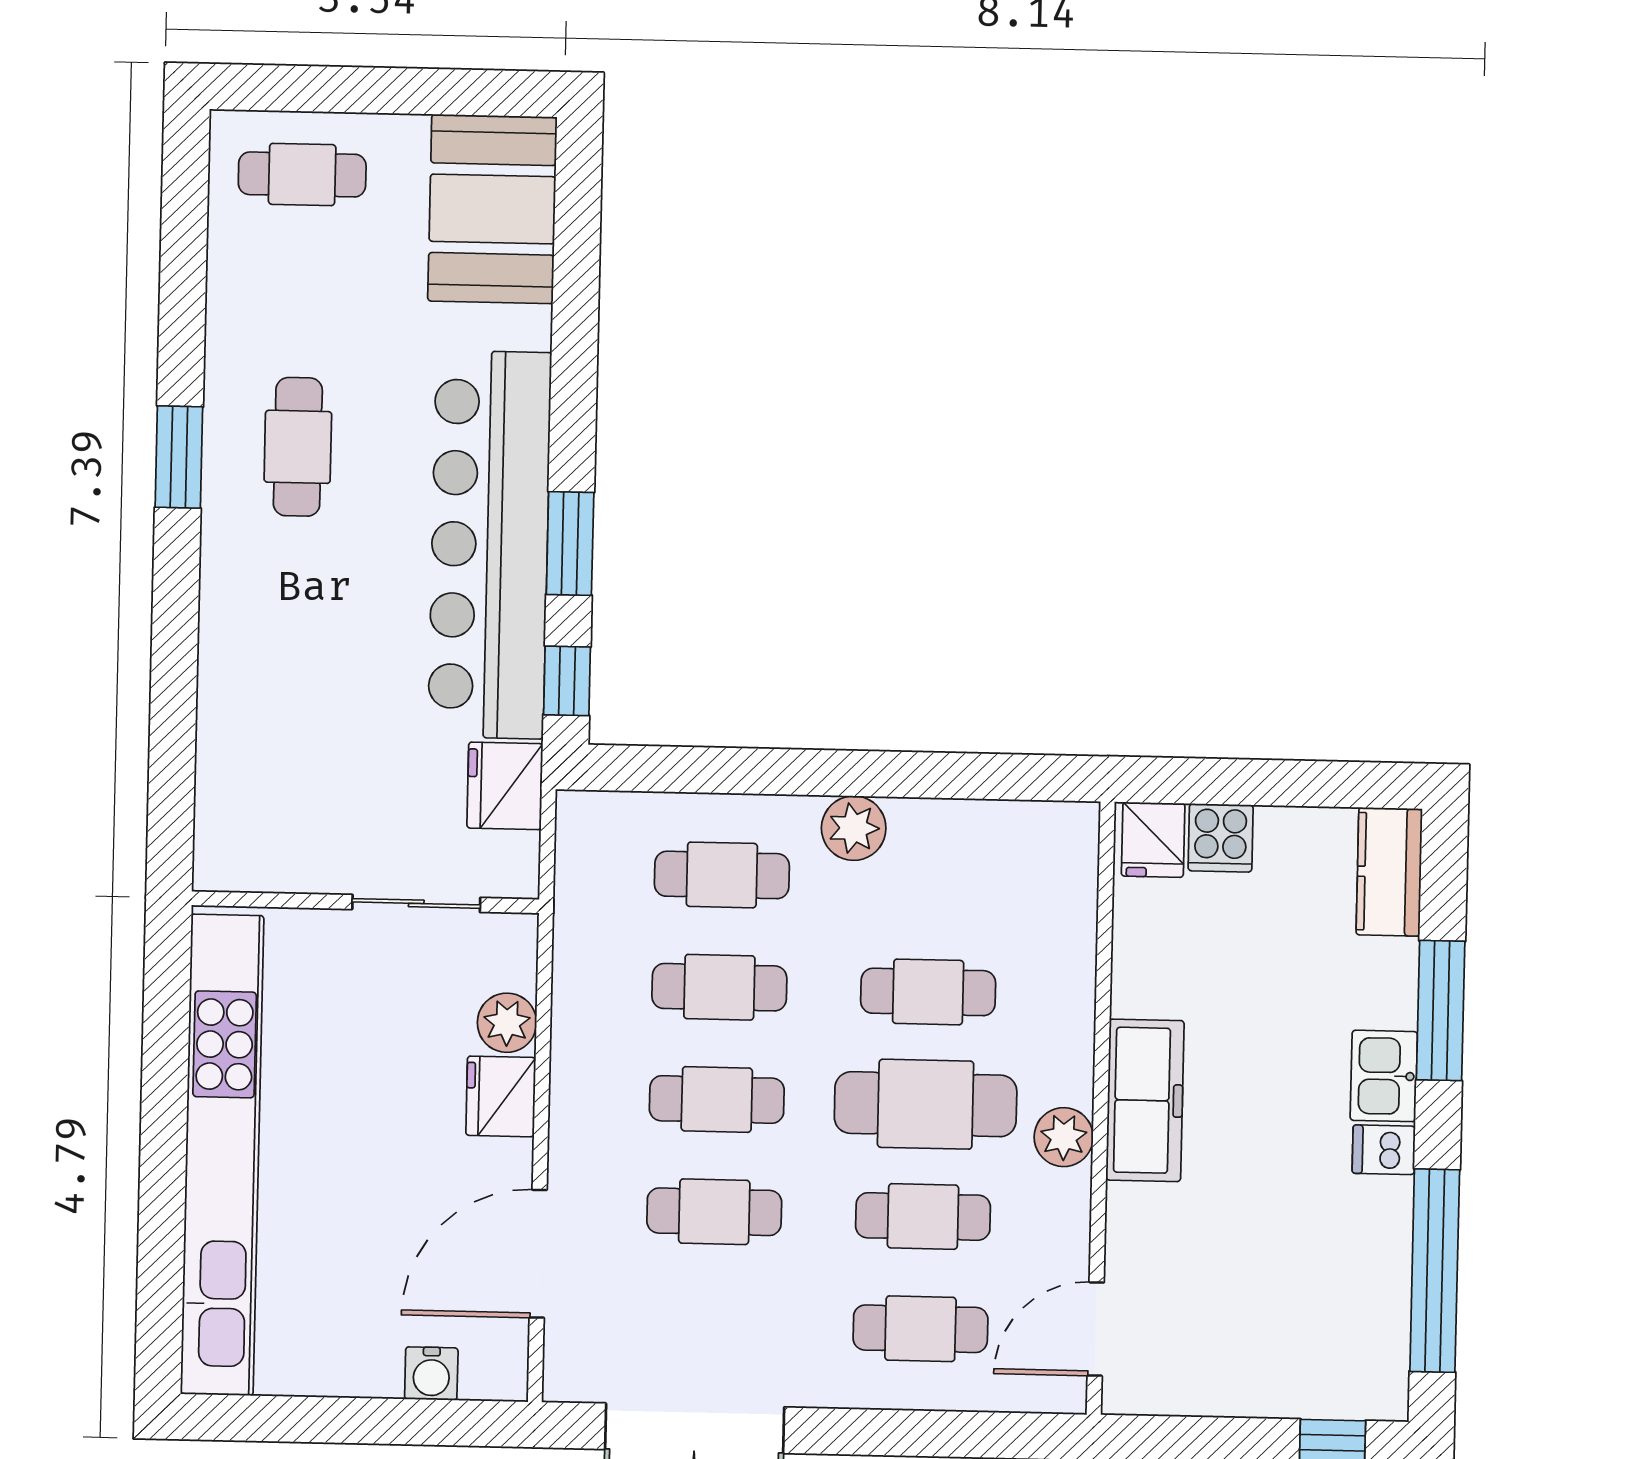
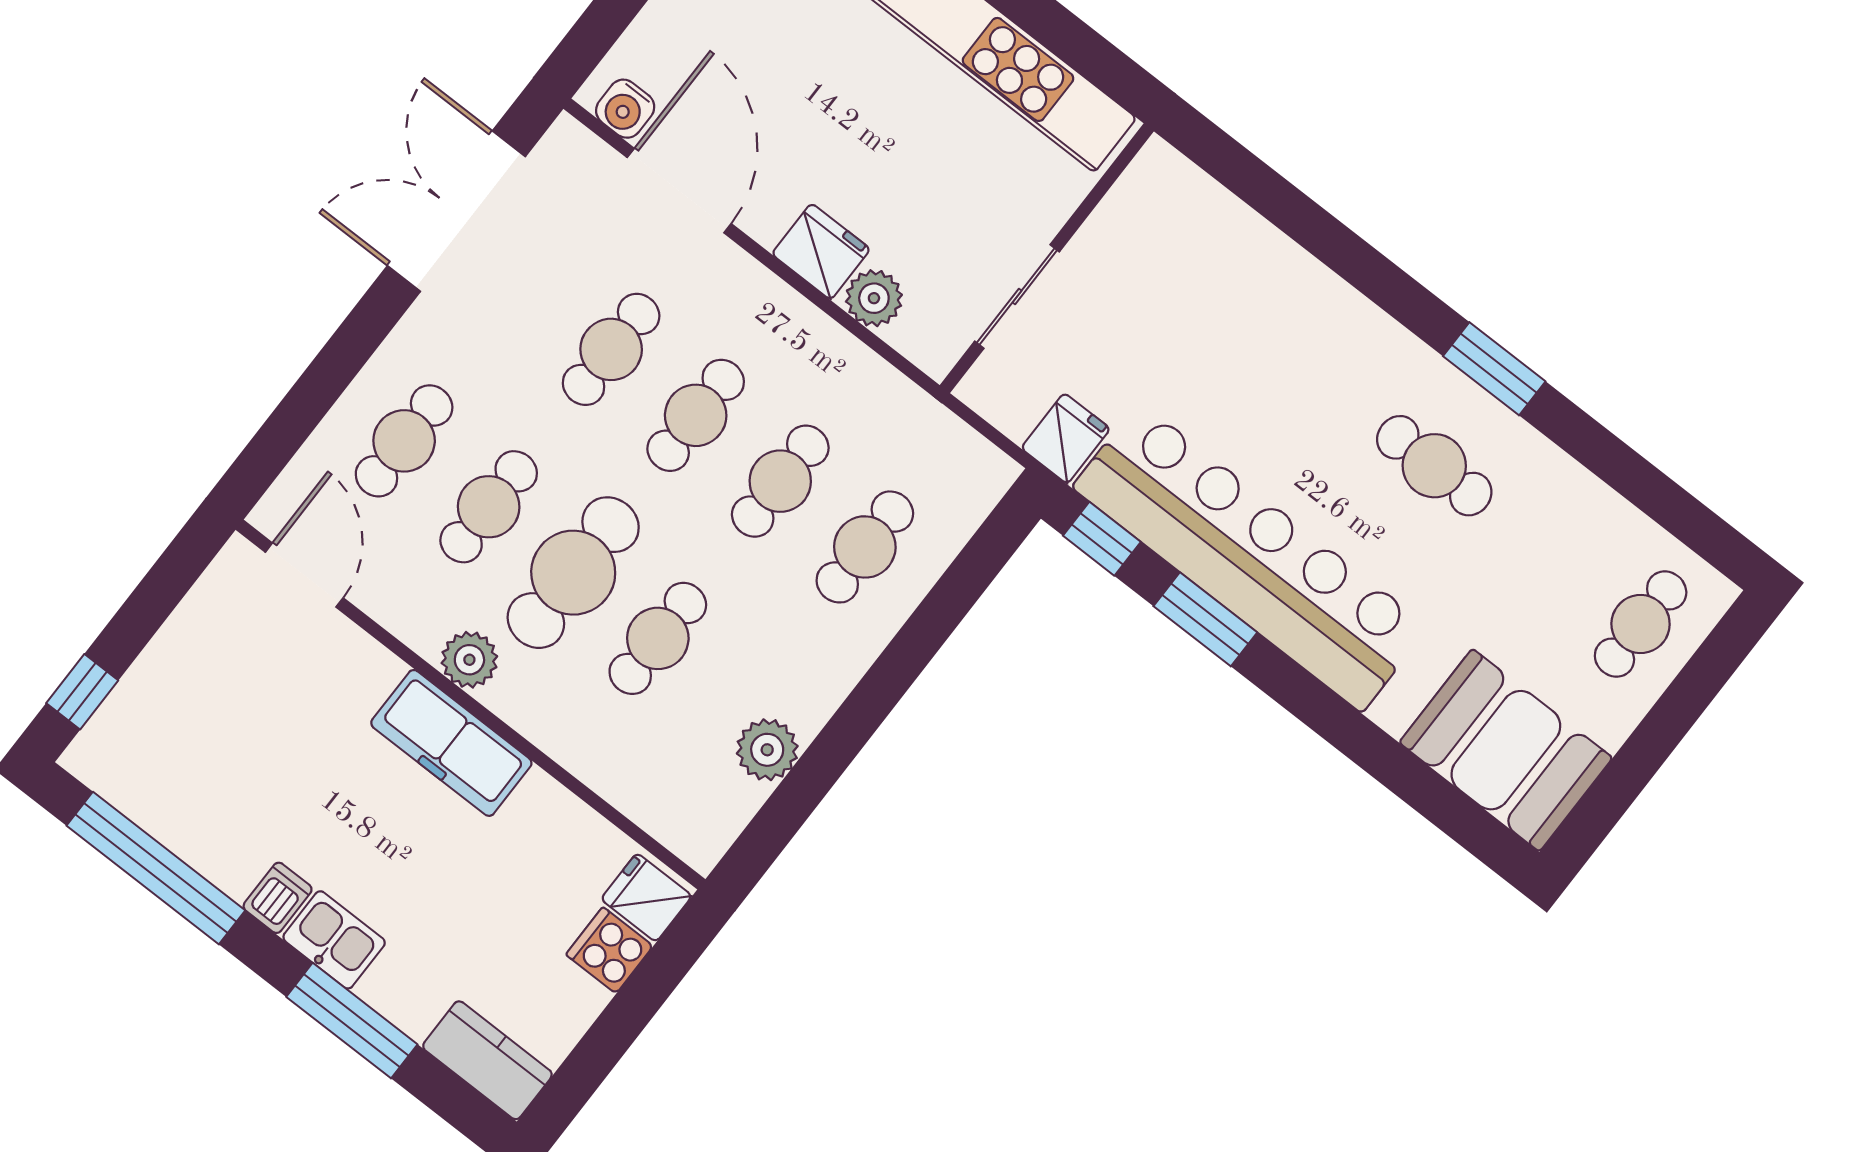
fridge: (505, 786) -> (1066, 438), width x0.72
plant: (854, 828) -> (767, 750), moved
water cooler: (431, 1373) -> (625, 109), moved, turned -90

